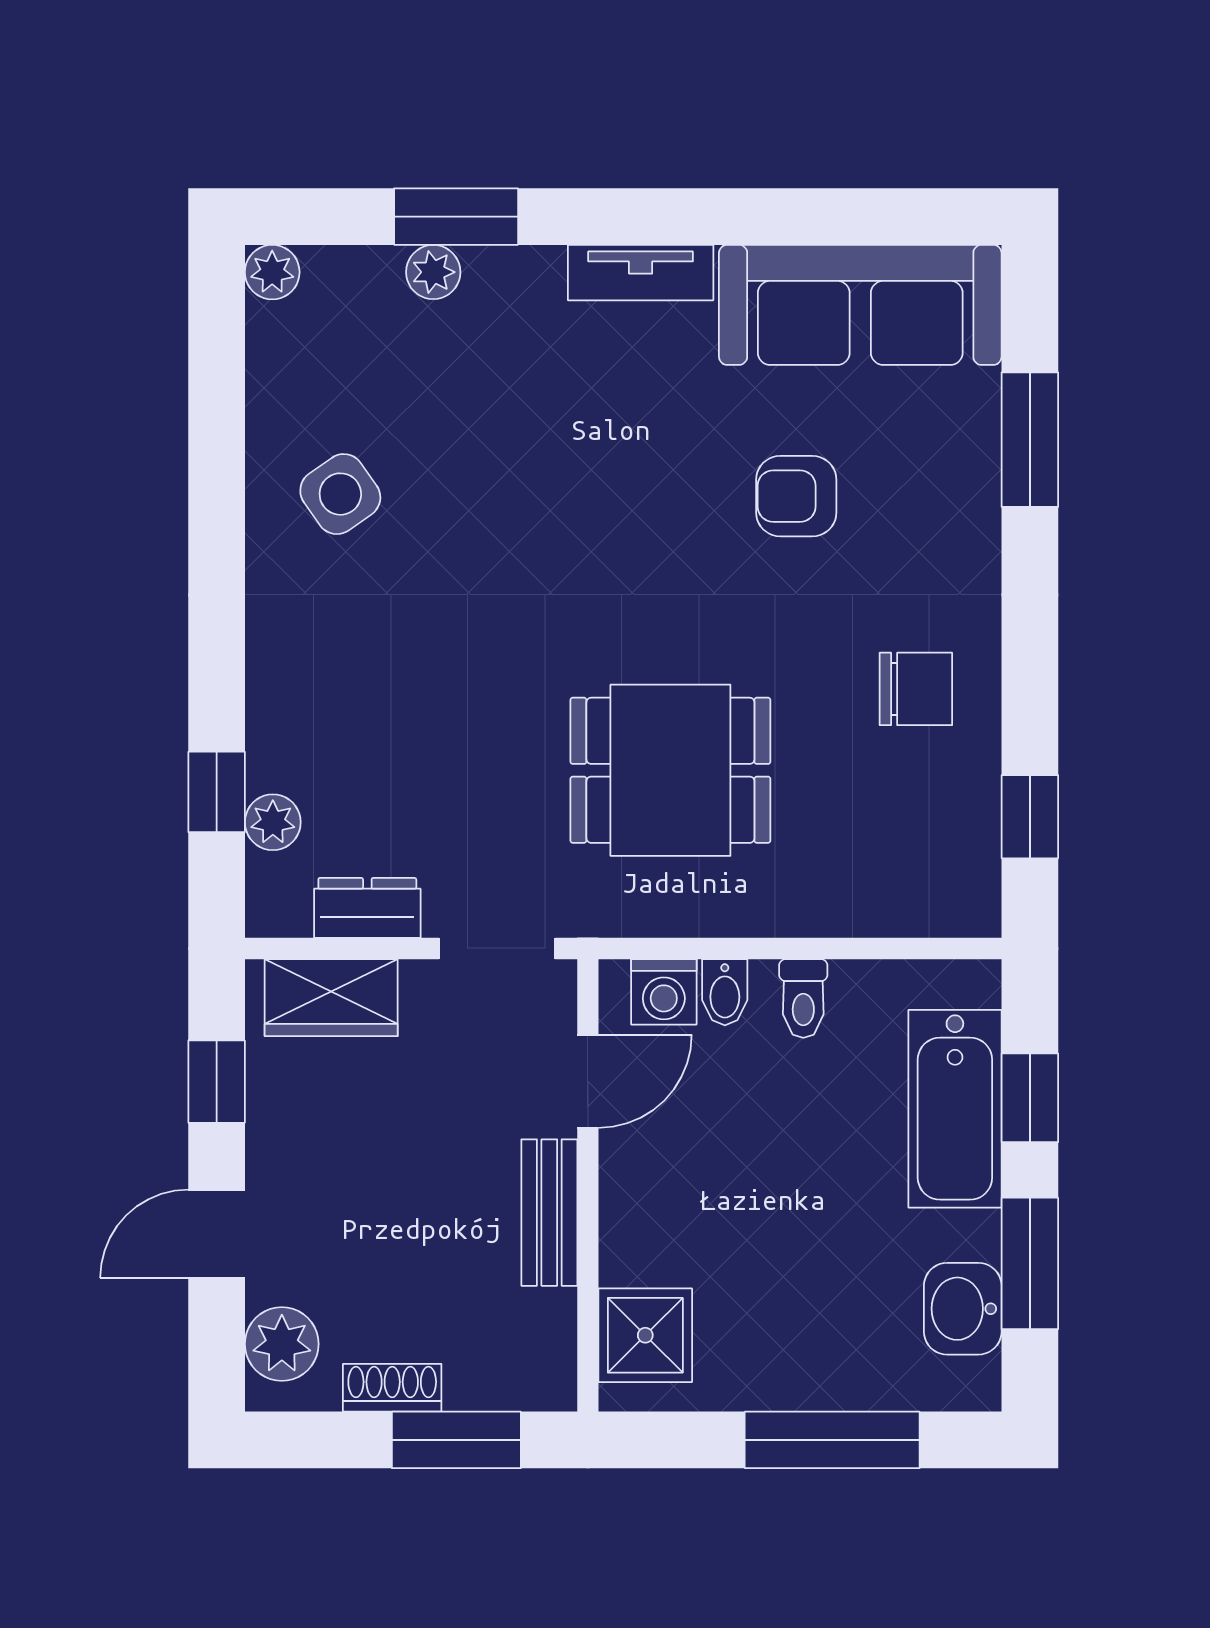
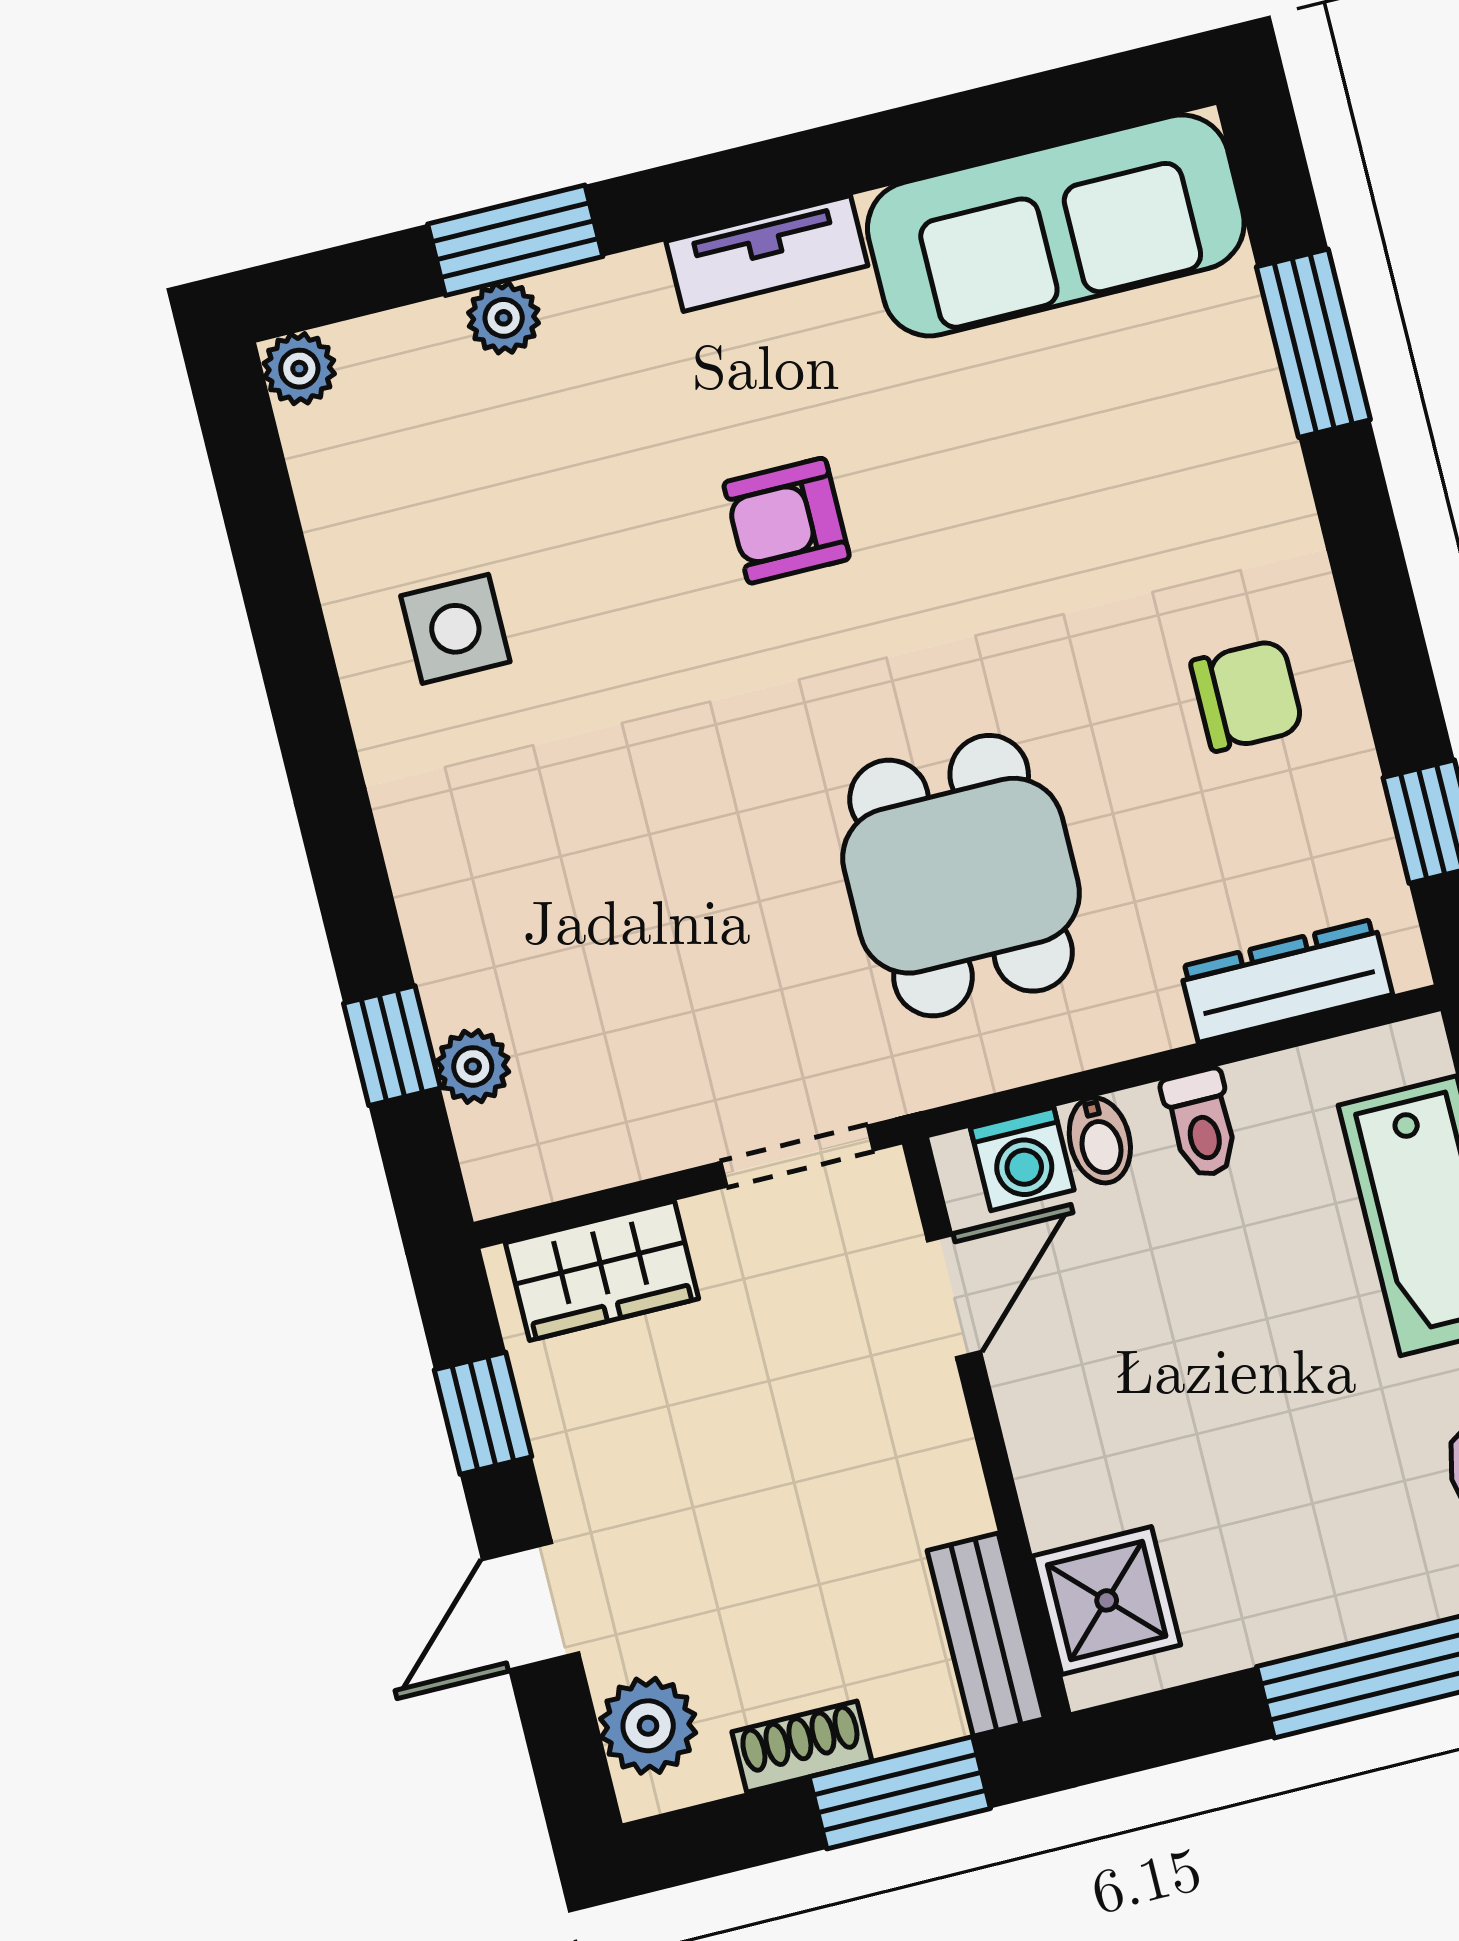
side table: (340, 494) -> (455, 629), turned 35
armchair: (796, 496) -> (787, 521), moved
dining table: (670, 770) -> (961, 876), turned 90
dresser: (367, 908) -> (1286, 981), moved, width x1.44
bench: (549, 1213) -> (986, 1635), moved

